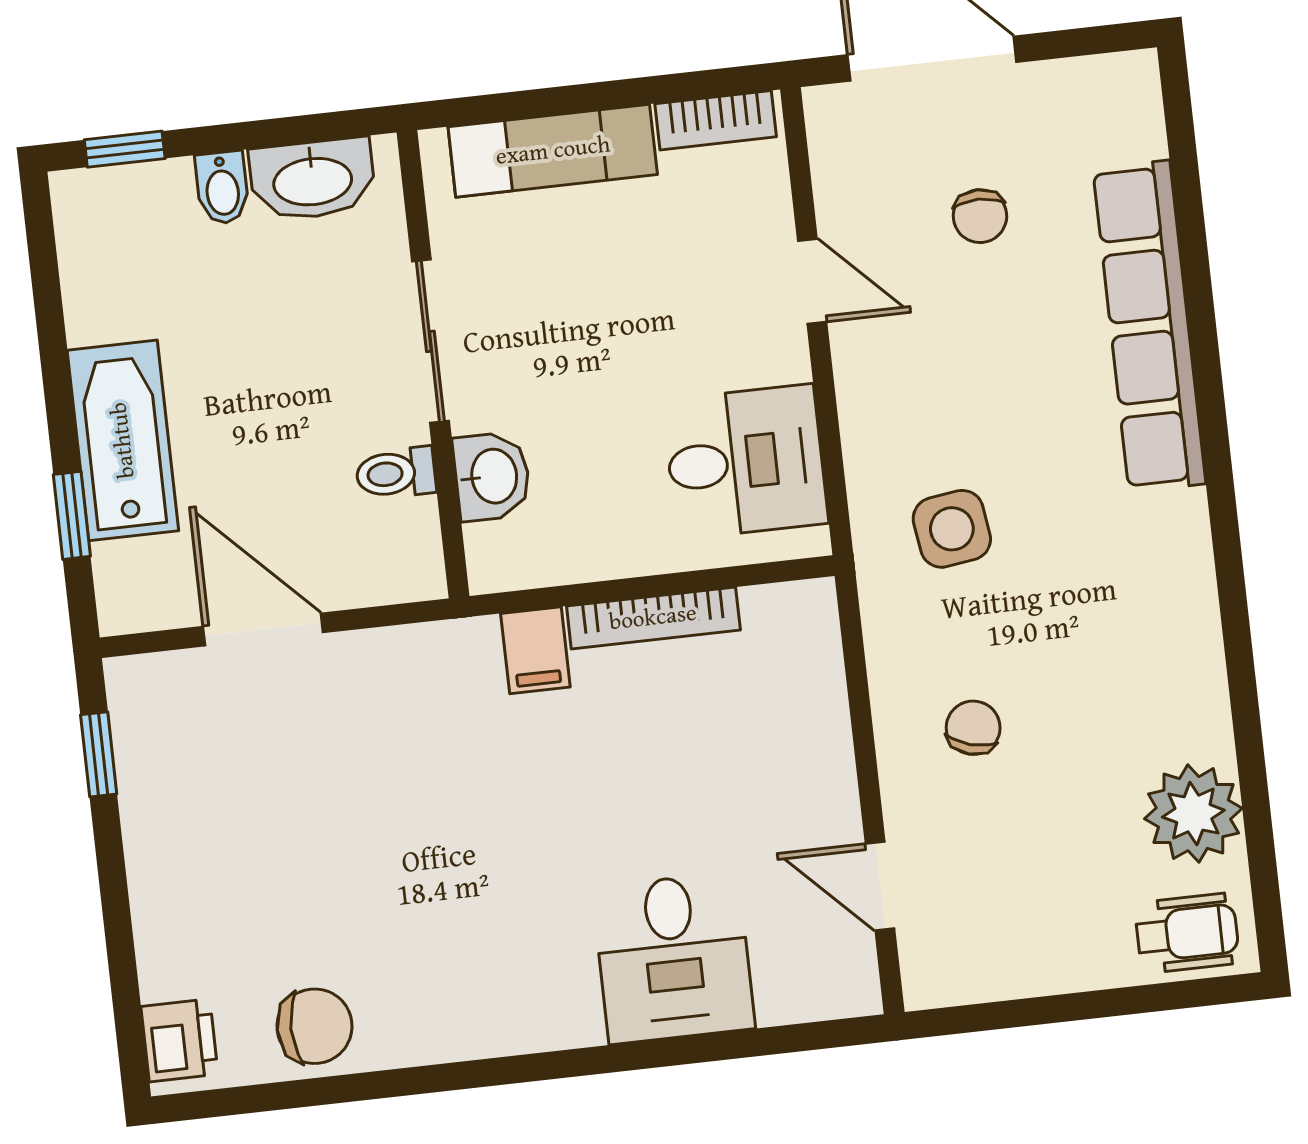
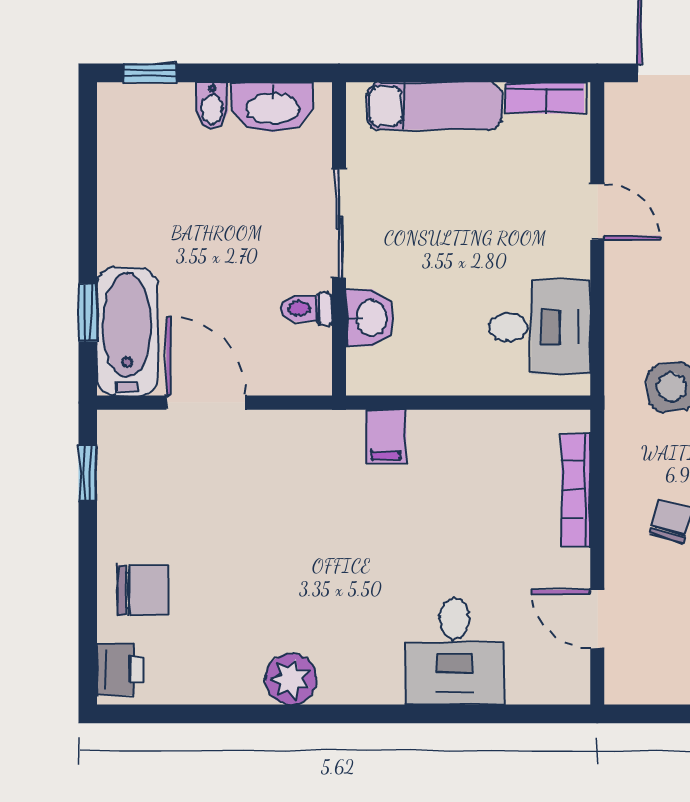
bathtub: (123, 440) -> (127, 331), moved
bookcase: (653, 618) -> (576, 490), moved, turned 90
chair: (315, 1026) -> (143, 590), moved
plant: (435, 1026) -> (291, 679), added

